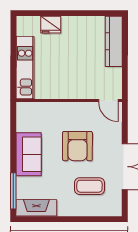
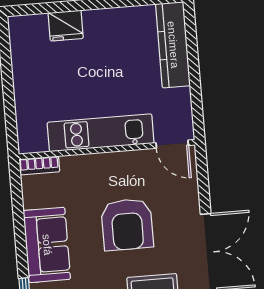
kitchen unit: (25, 68) -> (101, 133), moved, turned -90
bookcase: (28, 107) -> (39, 165), added

